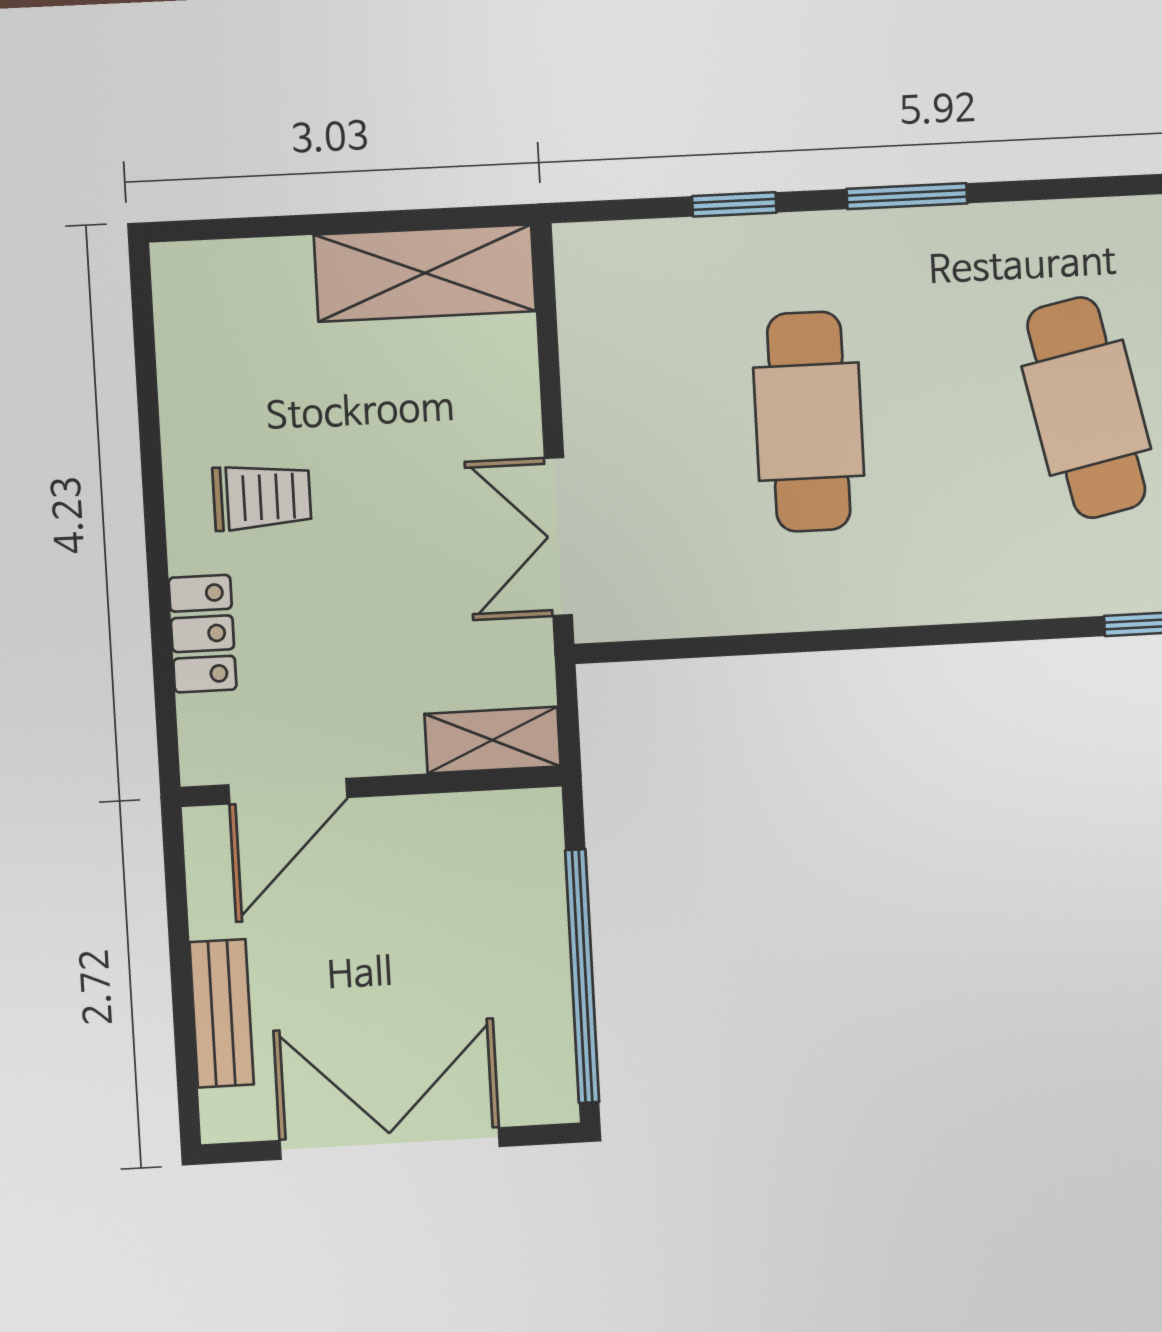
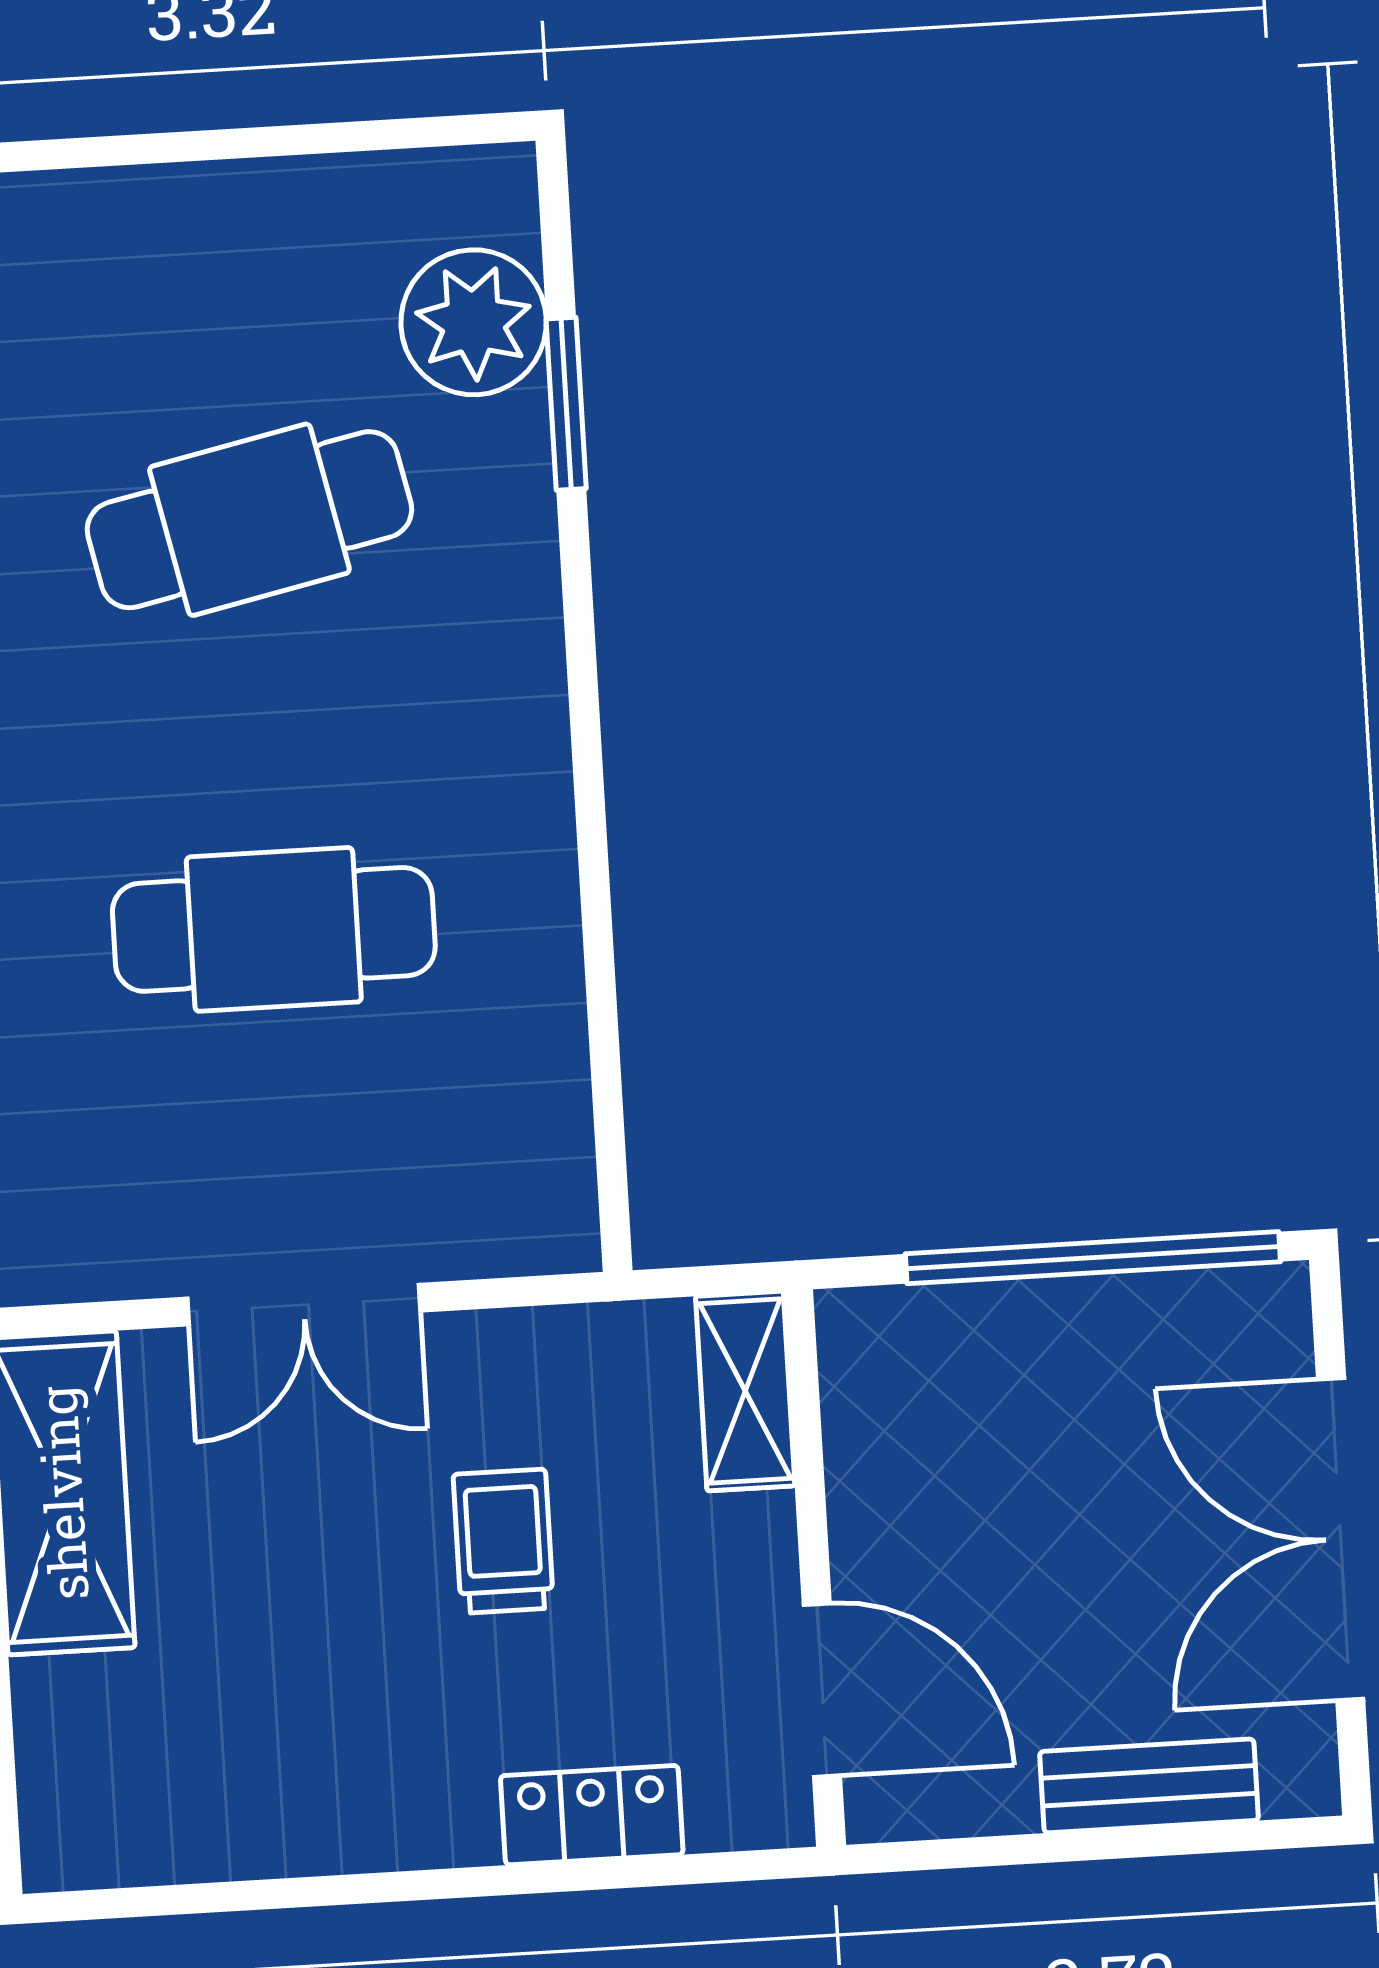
trolley: (262, 497) -> (503, 1541), moved
double door: (558, 536) -> (304, 1305), moved

